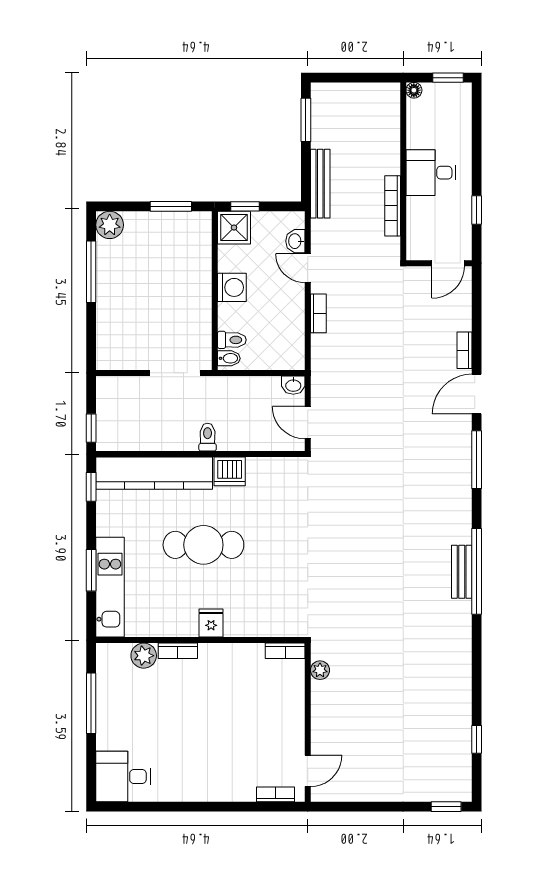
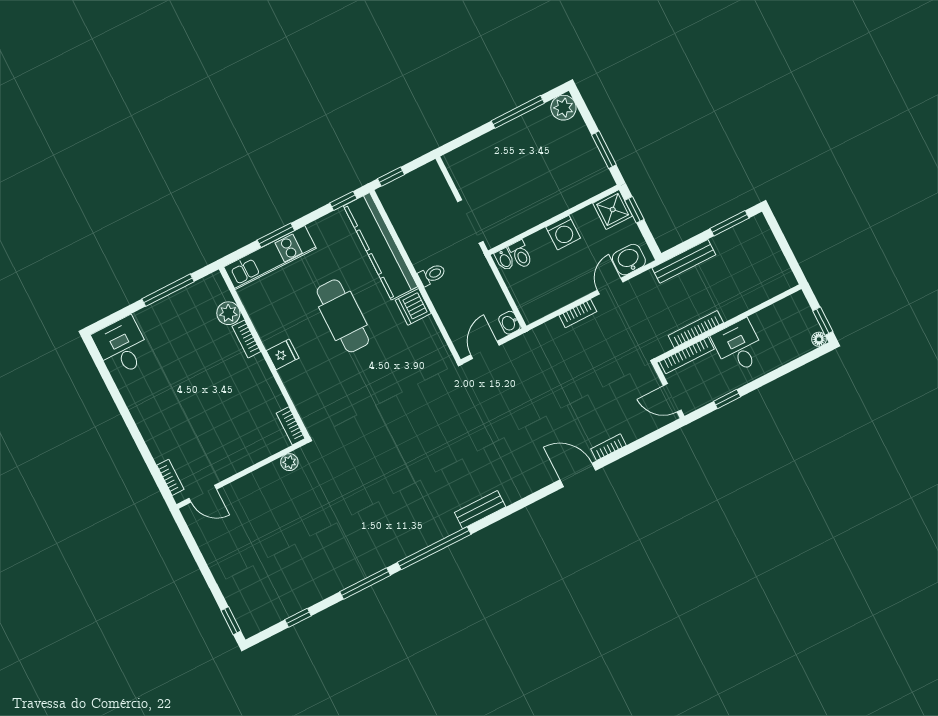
floor lamp: (414, 90) -> (819, 339), moved
bookcase: (414, 228) -> (687, 355), added
washbasin: (295, 241) -> (629, 260), width x1.38, depth x1.45
window: (477, 460) -> (365, 583), moved
bench: (462, 572) -> (480, 510), moved

